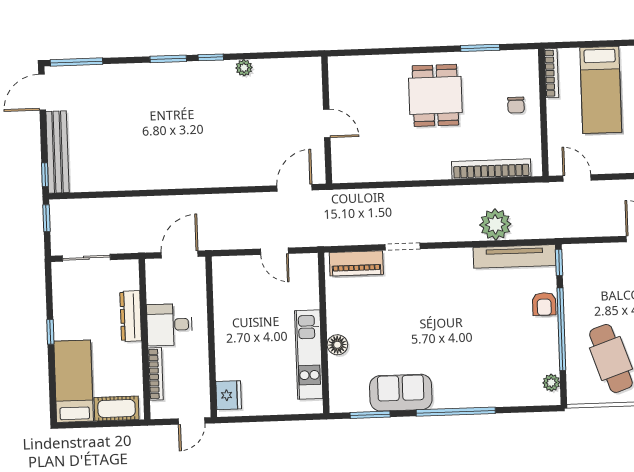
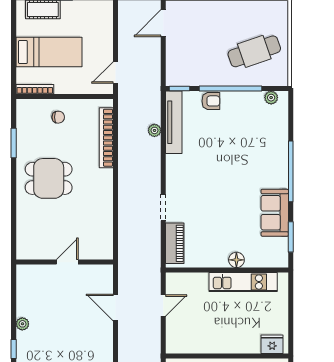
door: (294, 188) -> (116, 308), moved
plant: (495, 224) -> (154, 130), width x0.53, depth x0.53

